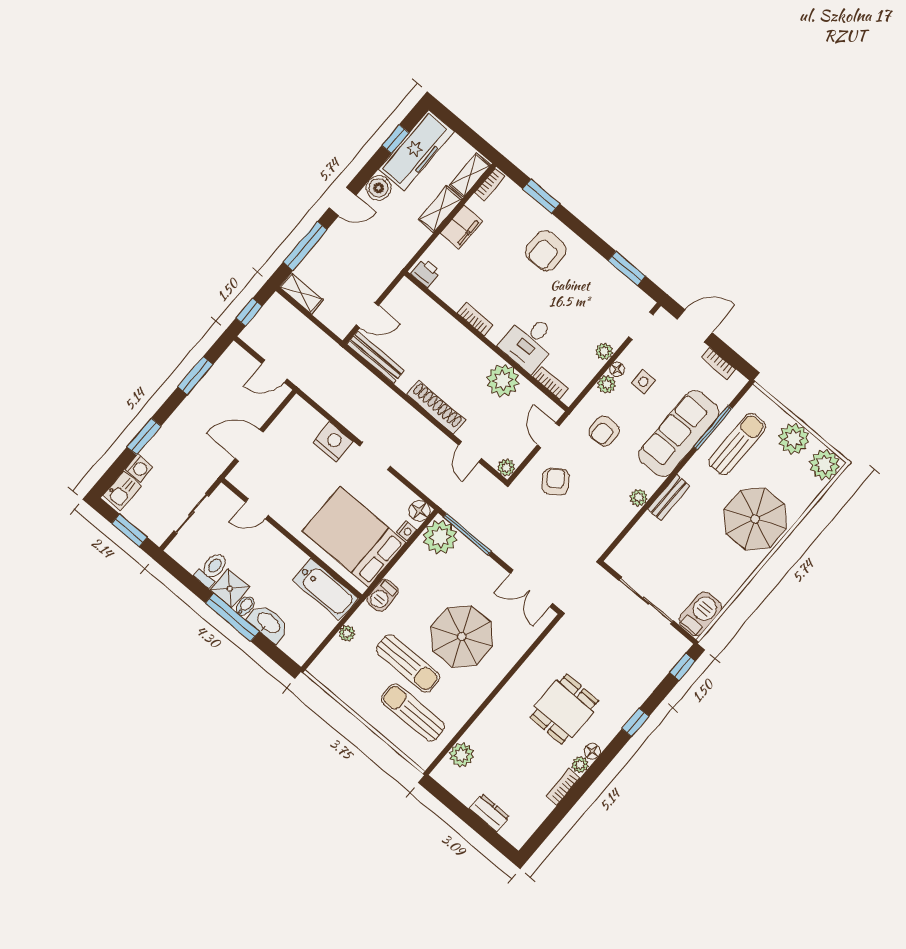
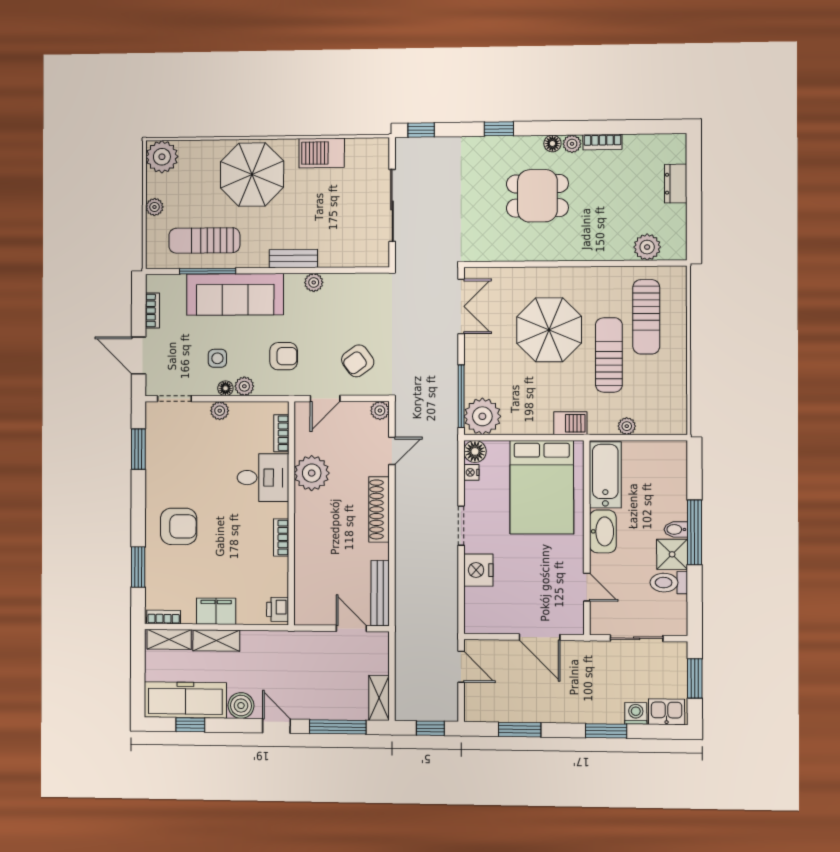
plant: (794, 439) -> (154, 207), width x0.53, depth x0.53
nightstand: (407, 531) -> (471, 472), moved, turned -90
barbecue: (700, 614) -> (322, 153), moved
washbasin: (268, 623) -> (603, 531), moved, turned 180

